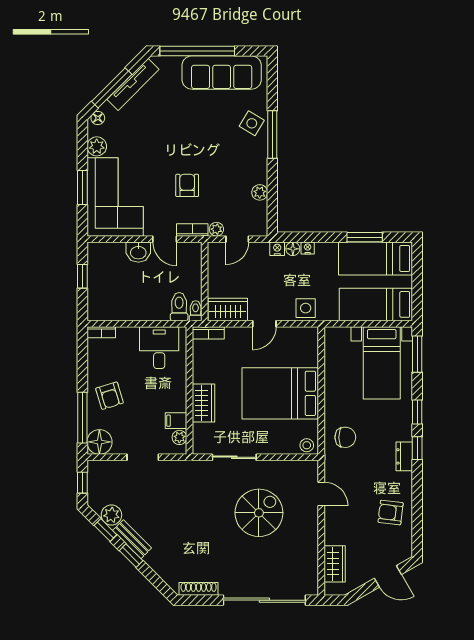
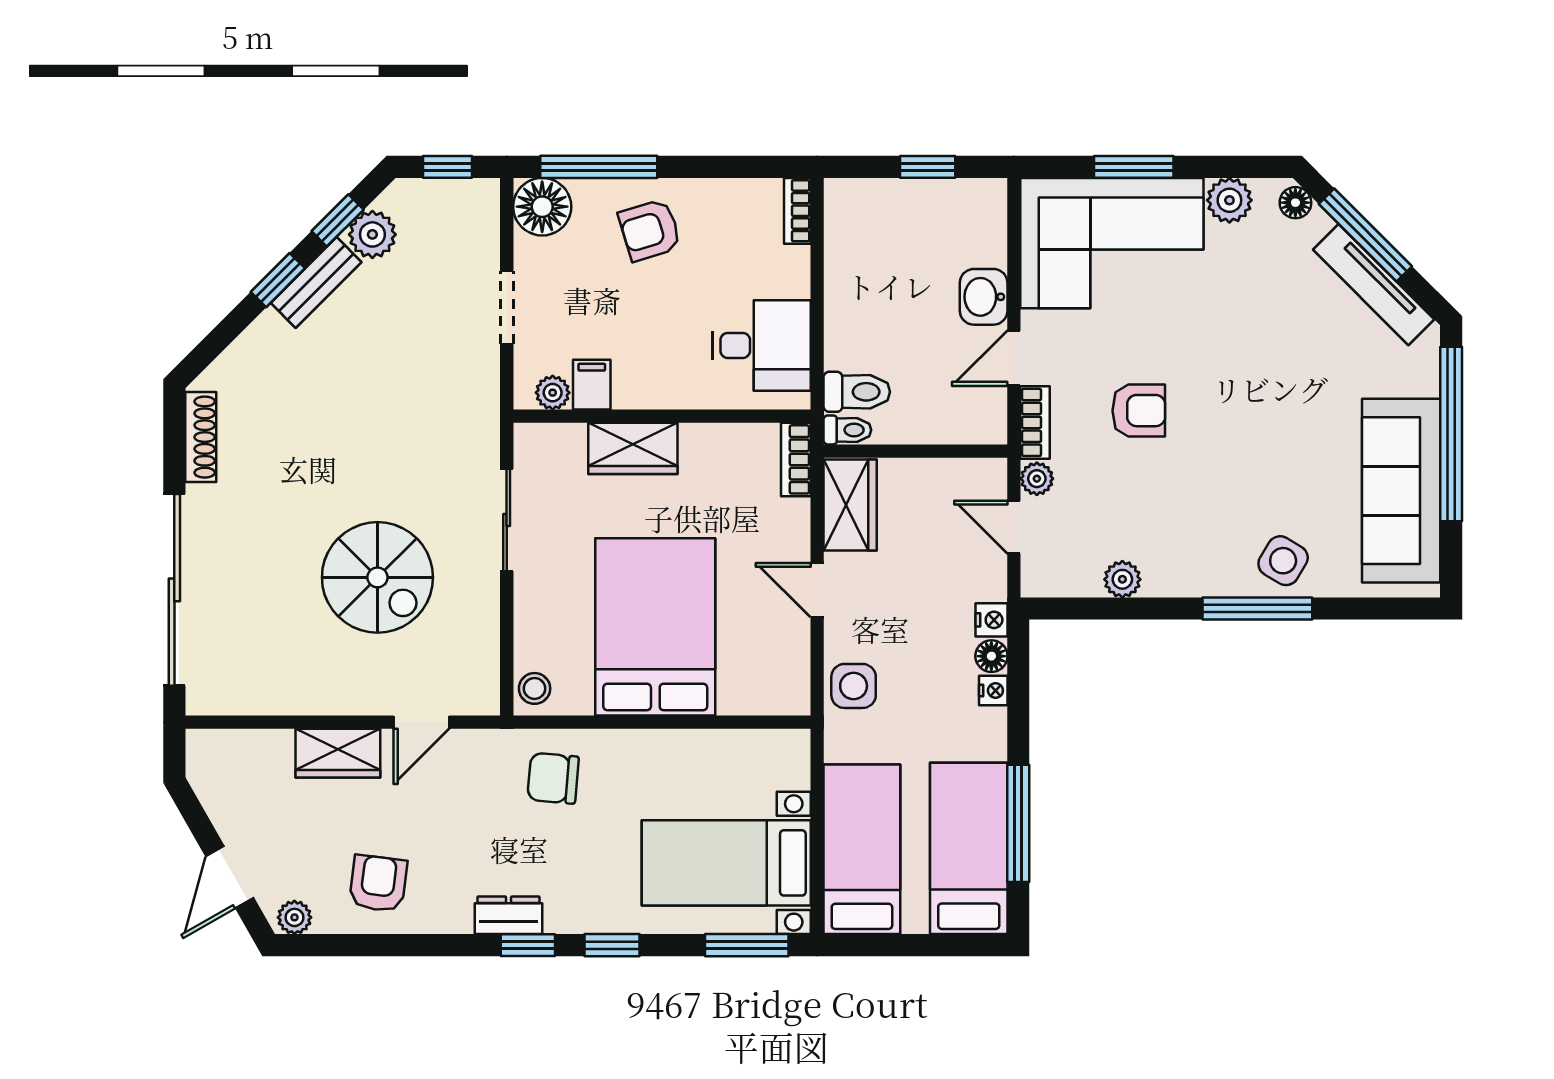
window: (365, 237) -> (1018, 823), width x1.44
chair: (345, 437) -> (553, 778), turned 95
plant: (405, 548) -> (294, 917), added
wardrobe: (335, 564) -> (338, 753), moved

